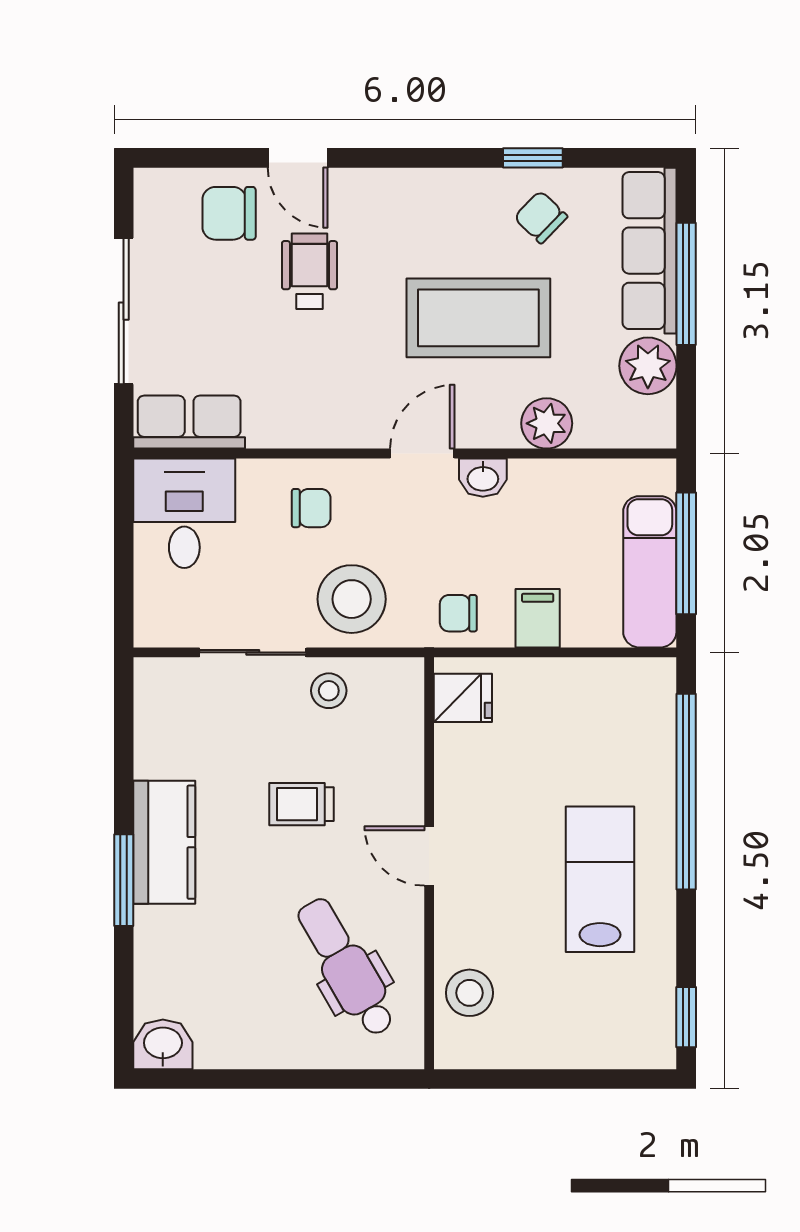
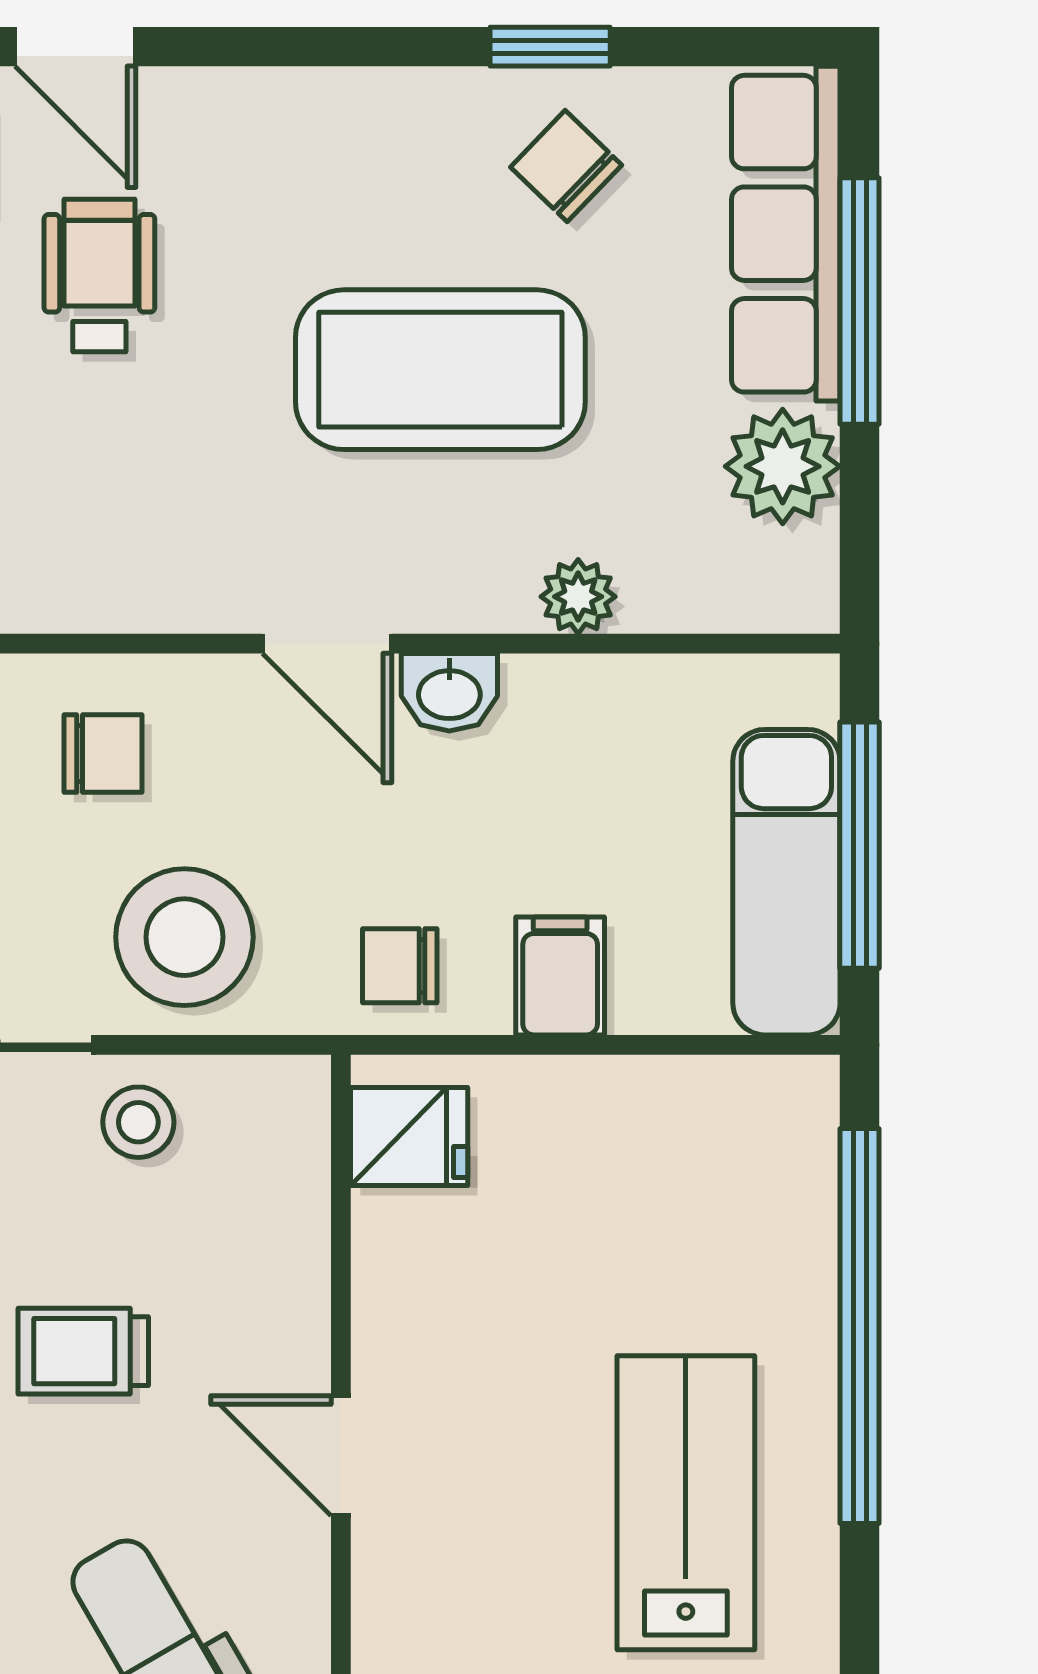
plant: (547, 423) -> (578, 597), width x0.73, depth x0.73
door: (422, 454) -> (327, 644), swing flipped

